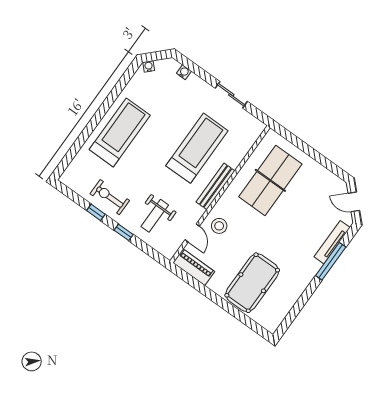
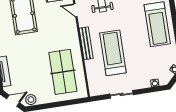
treadmill: (197, 148) -> (113, 53), turned 180
stool: (219, 226) -> (31, 100), moved

